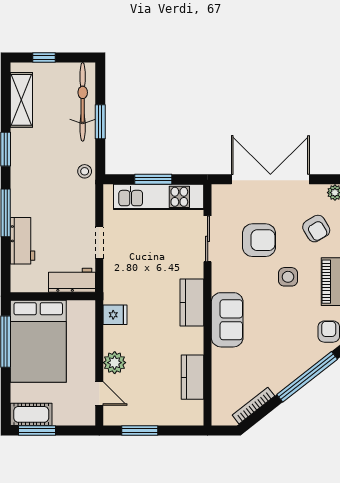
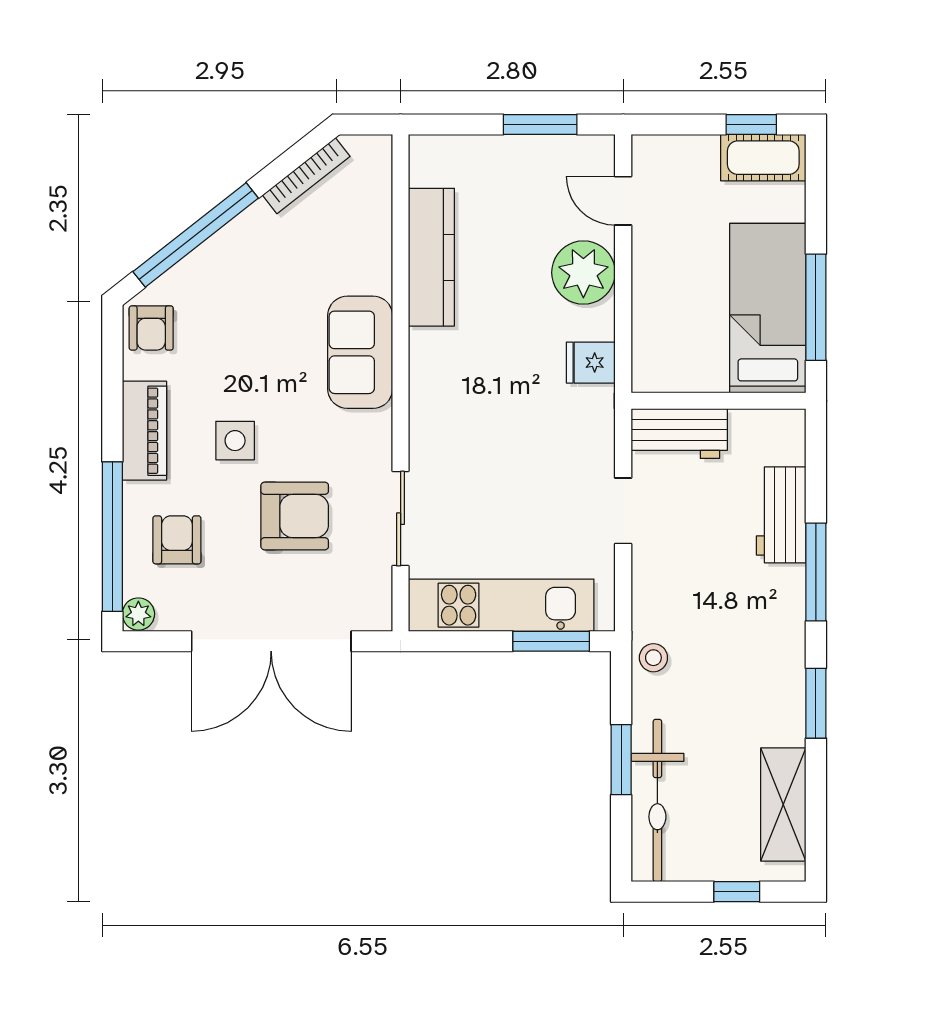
window: (153, 179) -> (551, 641), moved
armchair: (316, 229) -> (177, 540), turned 31
armchair: (259, 240) -> (295, 516), turned 180
kitchen counter: (192, 302) -> (433, 388), removed
bed: (38, 341) -> (768, 308), width x0.67
plant: (115, 363) -> (583, 273), width x1.36, depth x1.36
kitchen counter: (193, 377) -> (431, 257), width x1.50
window: (37, 430) -> (751, 125), width x0.67

